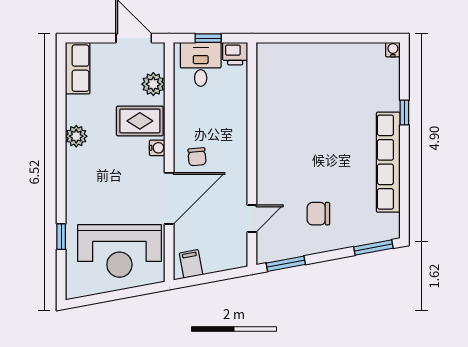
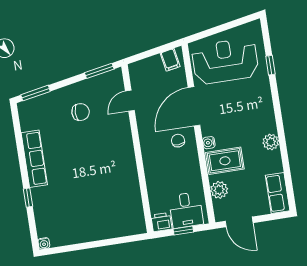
row of seats: (388, 162) -> (34, 159), width x0.73

